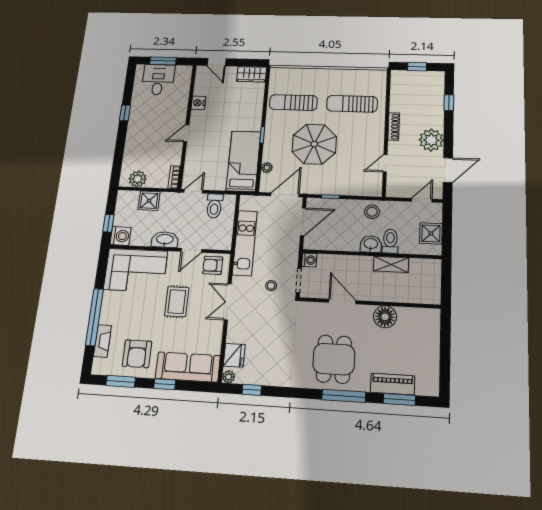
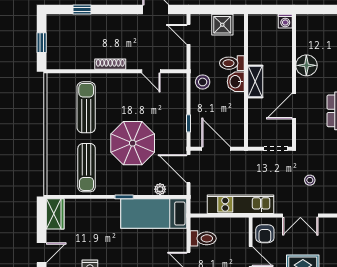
sun lounger: (352, 104) -> (86, 107), turned 180
plant: (431, 140) -> (124, 26), removed
washing machine: (309, 260) -> (285, 21), moved, turned 180
shelving: (391, 264) -> (255, 82), moved
stool: (271, 286) -> (310, 180), moved

